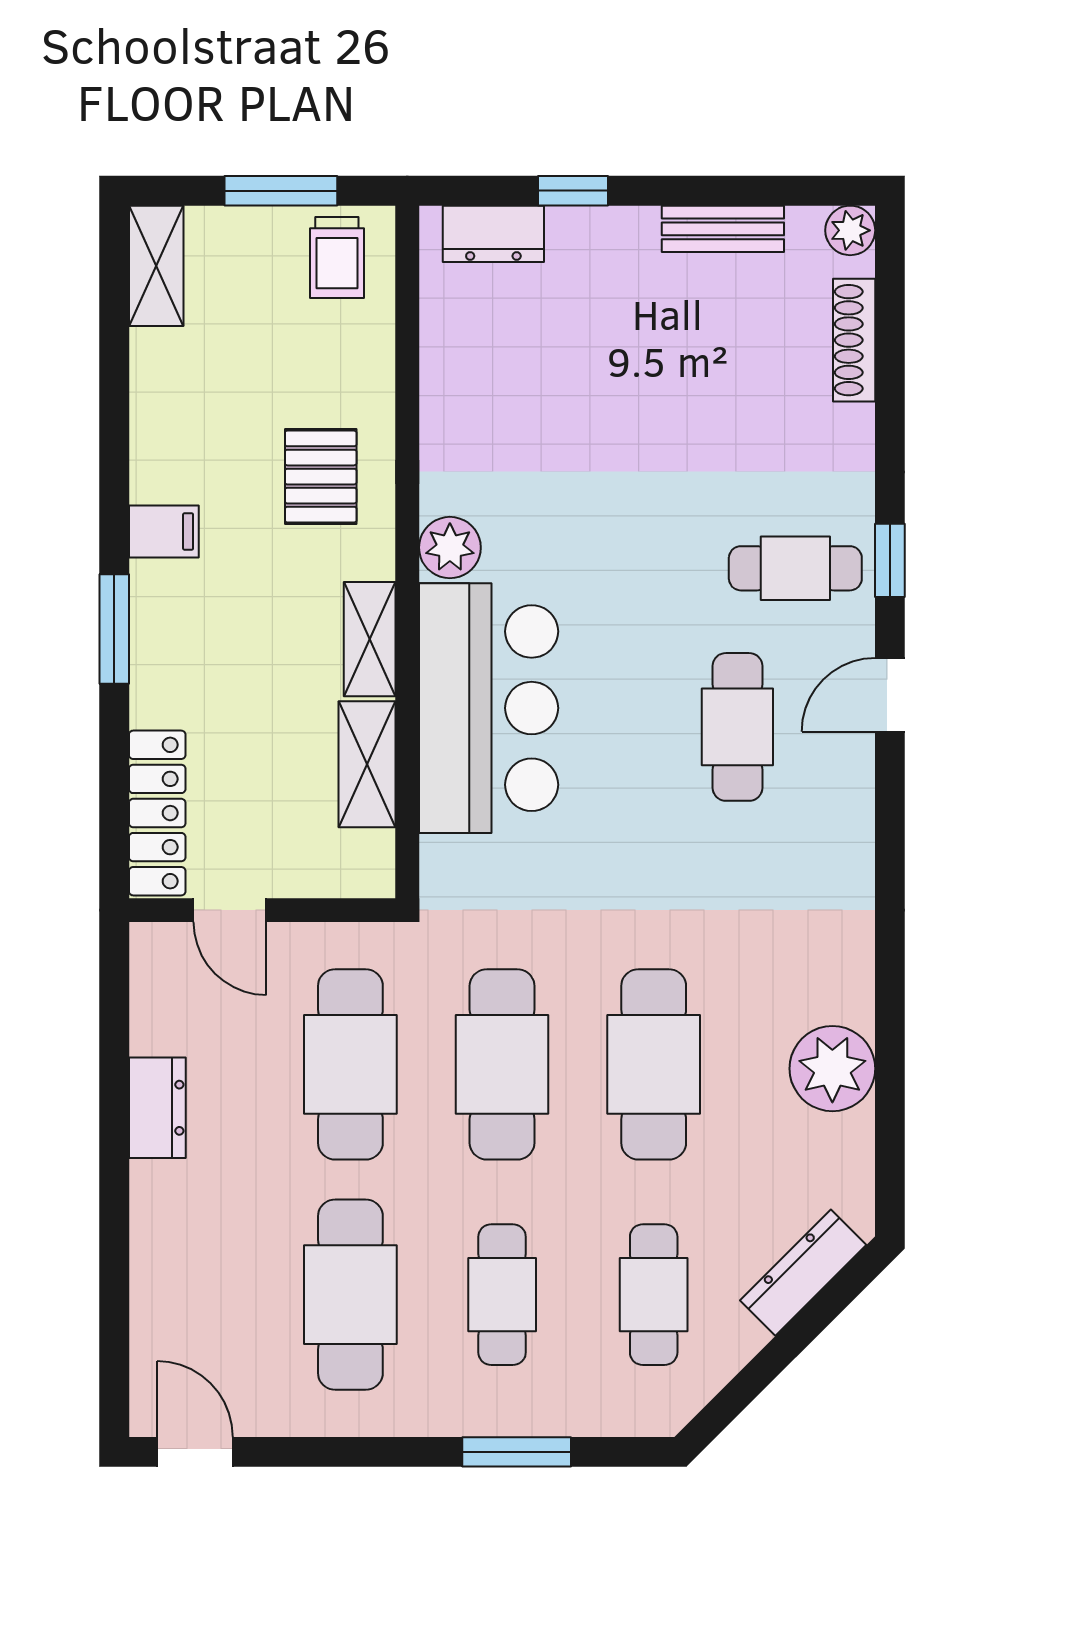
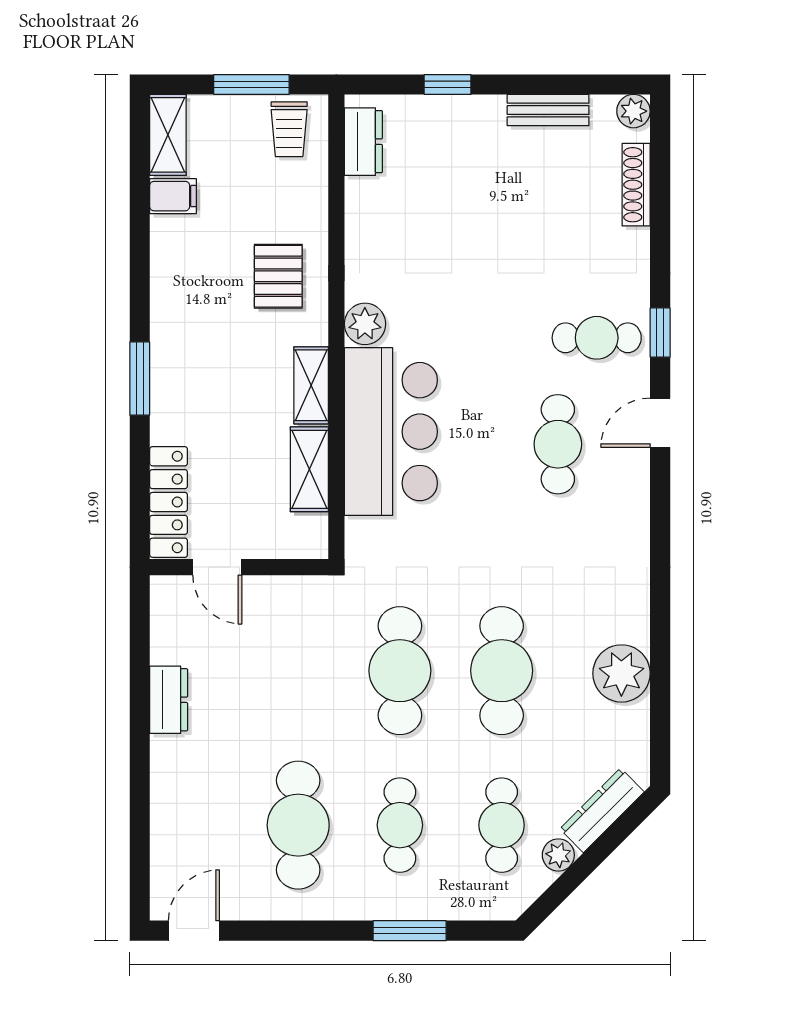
dresser: (493, 234) -> (363, 142), moved, turned -90
filing cabinet: (164, 531) -> (173, 196), moved
cafe table: (350, 1064) -> (298, 671), removed
plant: (738, 1339) -> (558, 855), added
door: (195, 1452) -> (194, 931), hinge flipped

